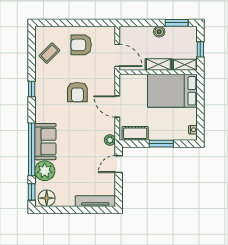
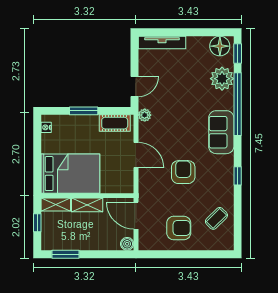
boiler: (159, 32) -> (127, 244), moved
sofa: (45, 142) -> (221, 132), moved

